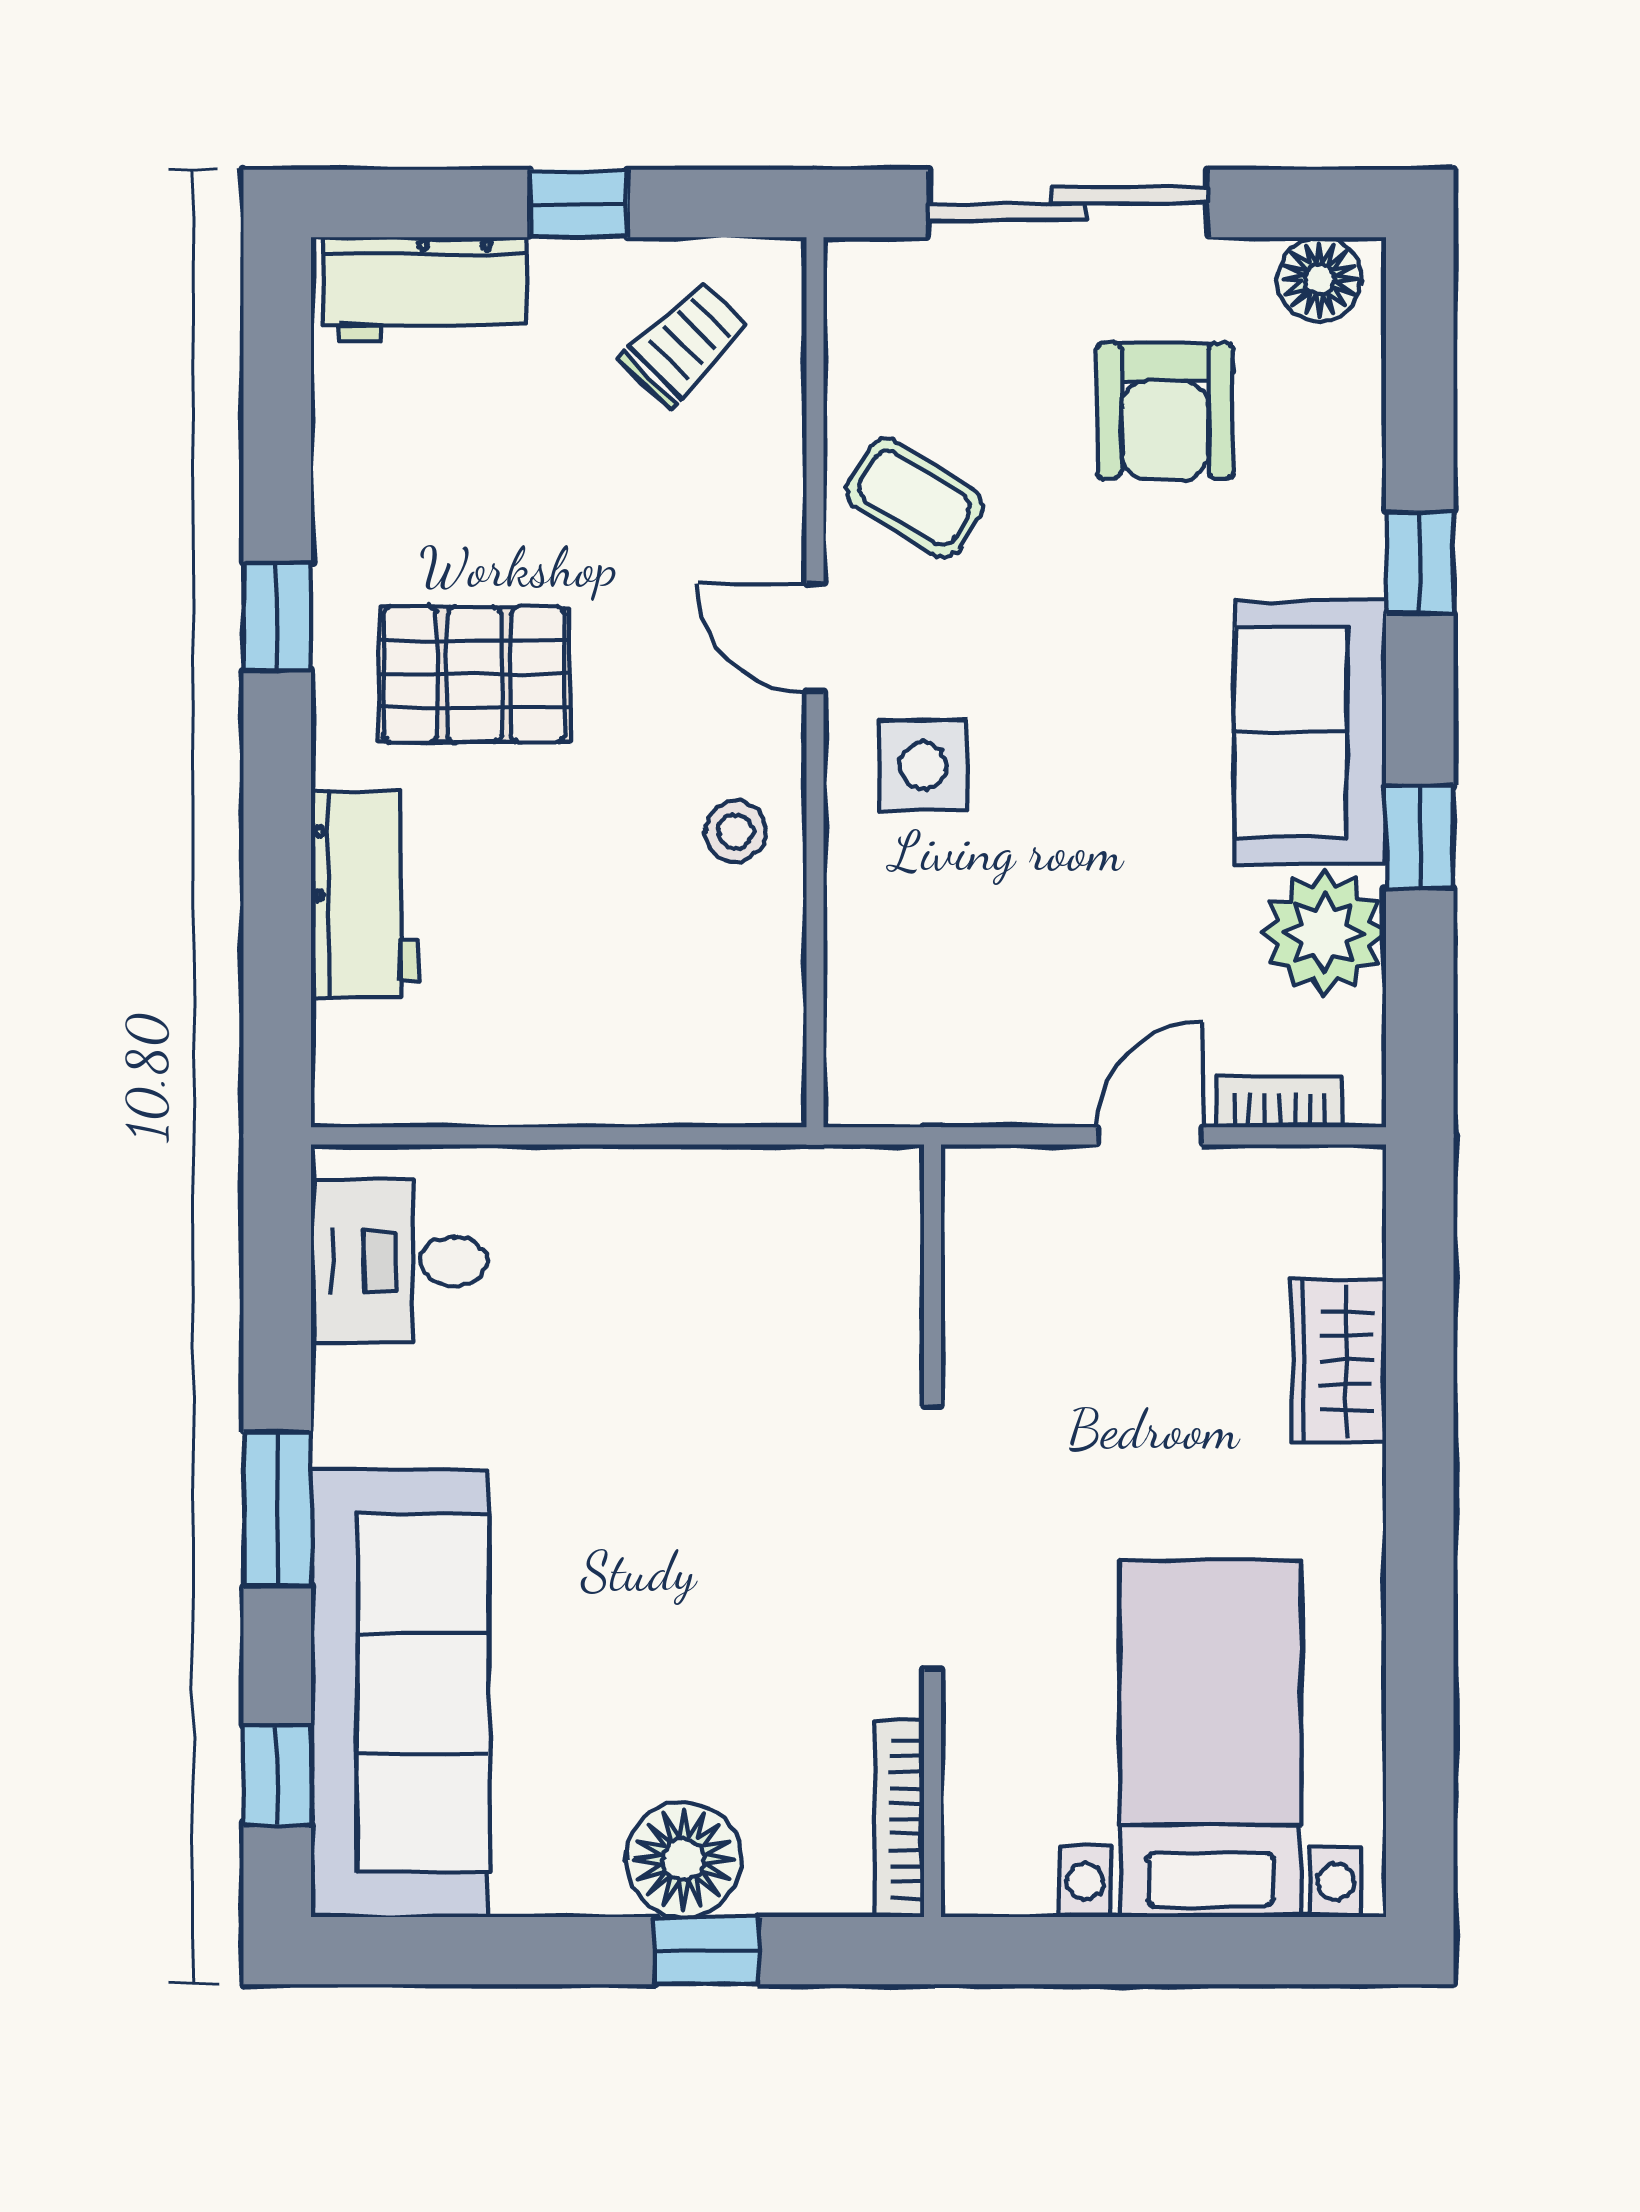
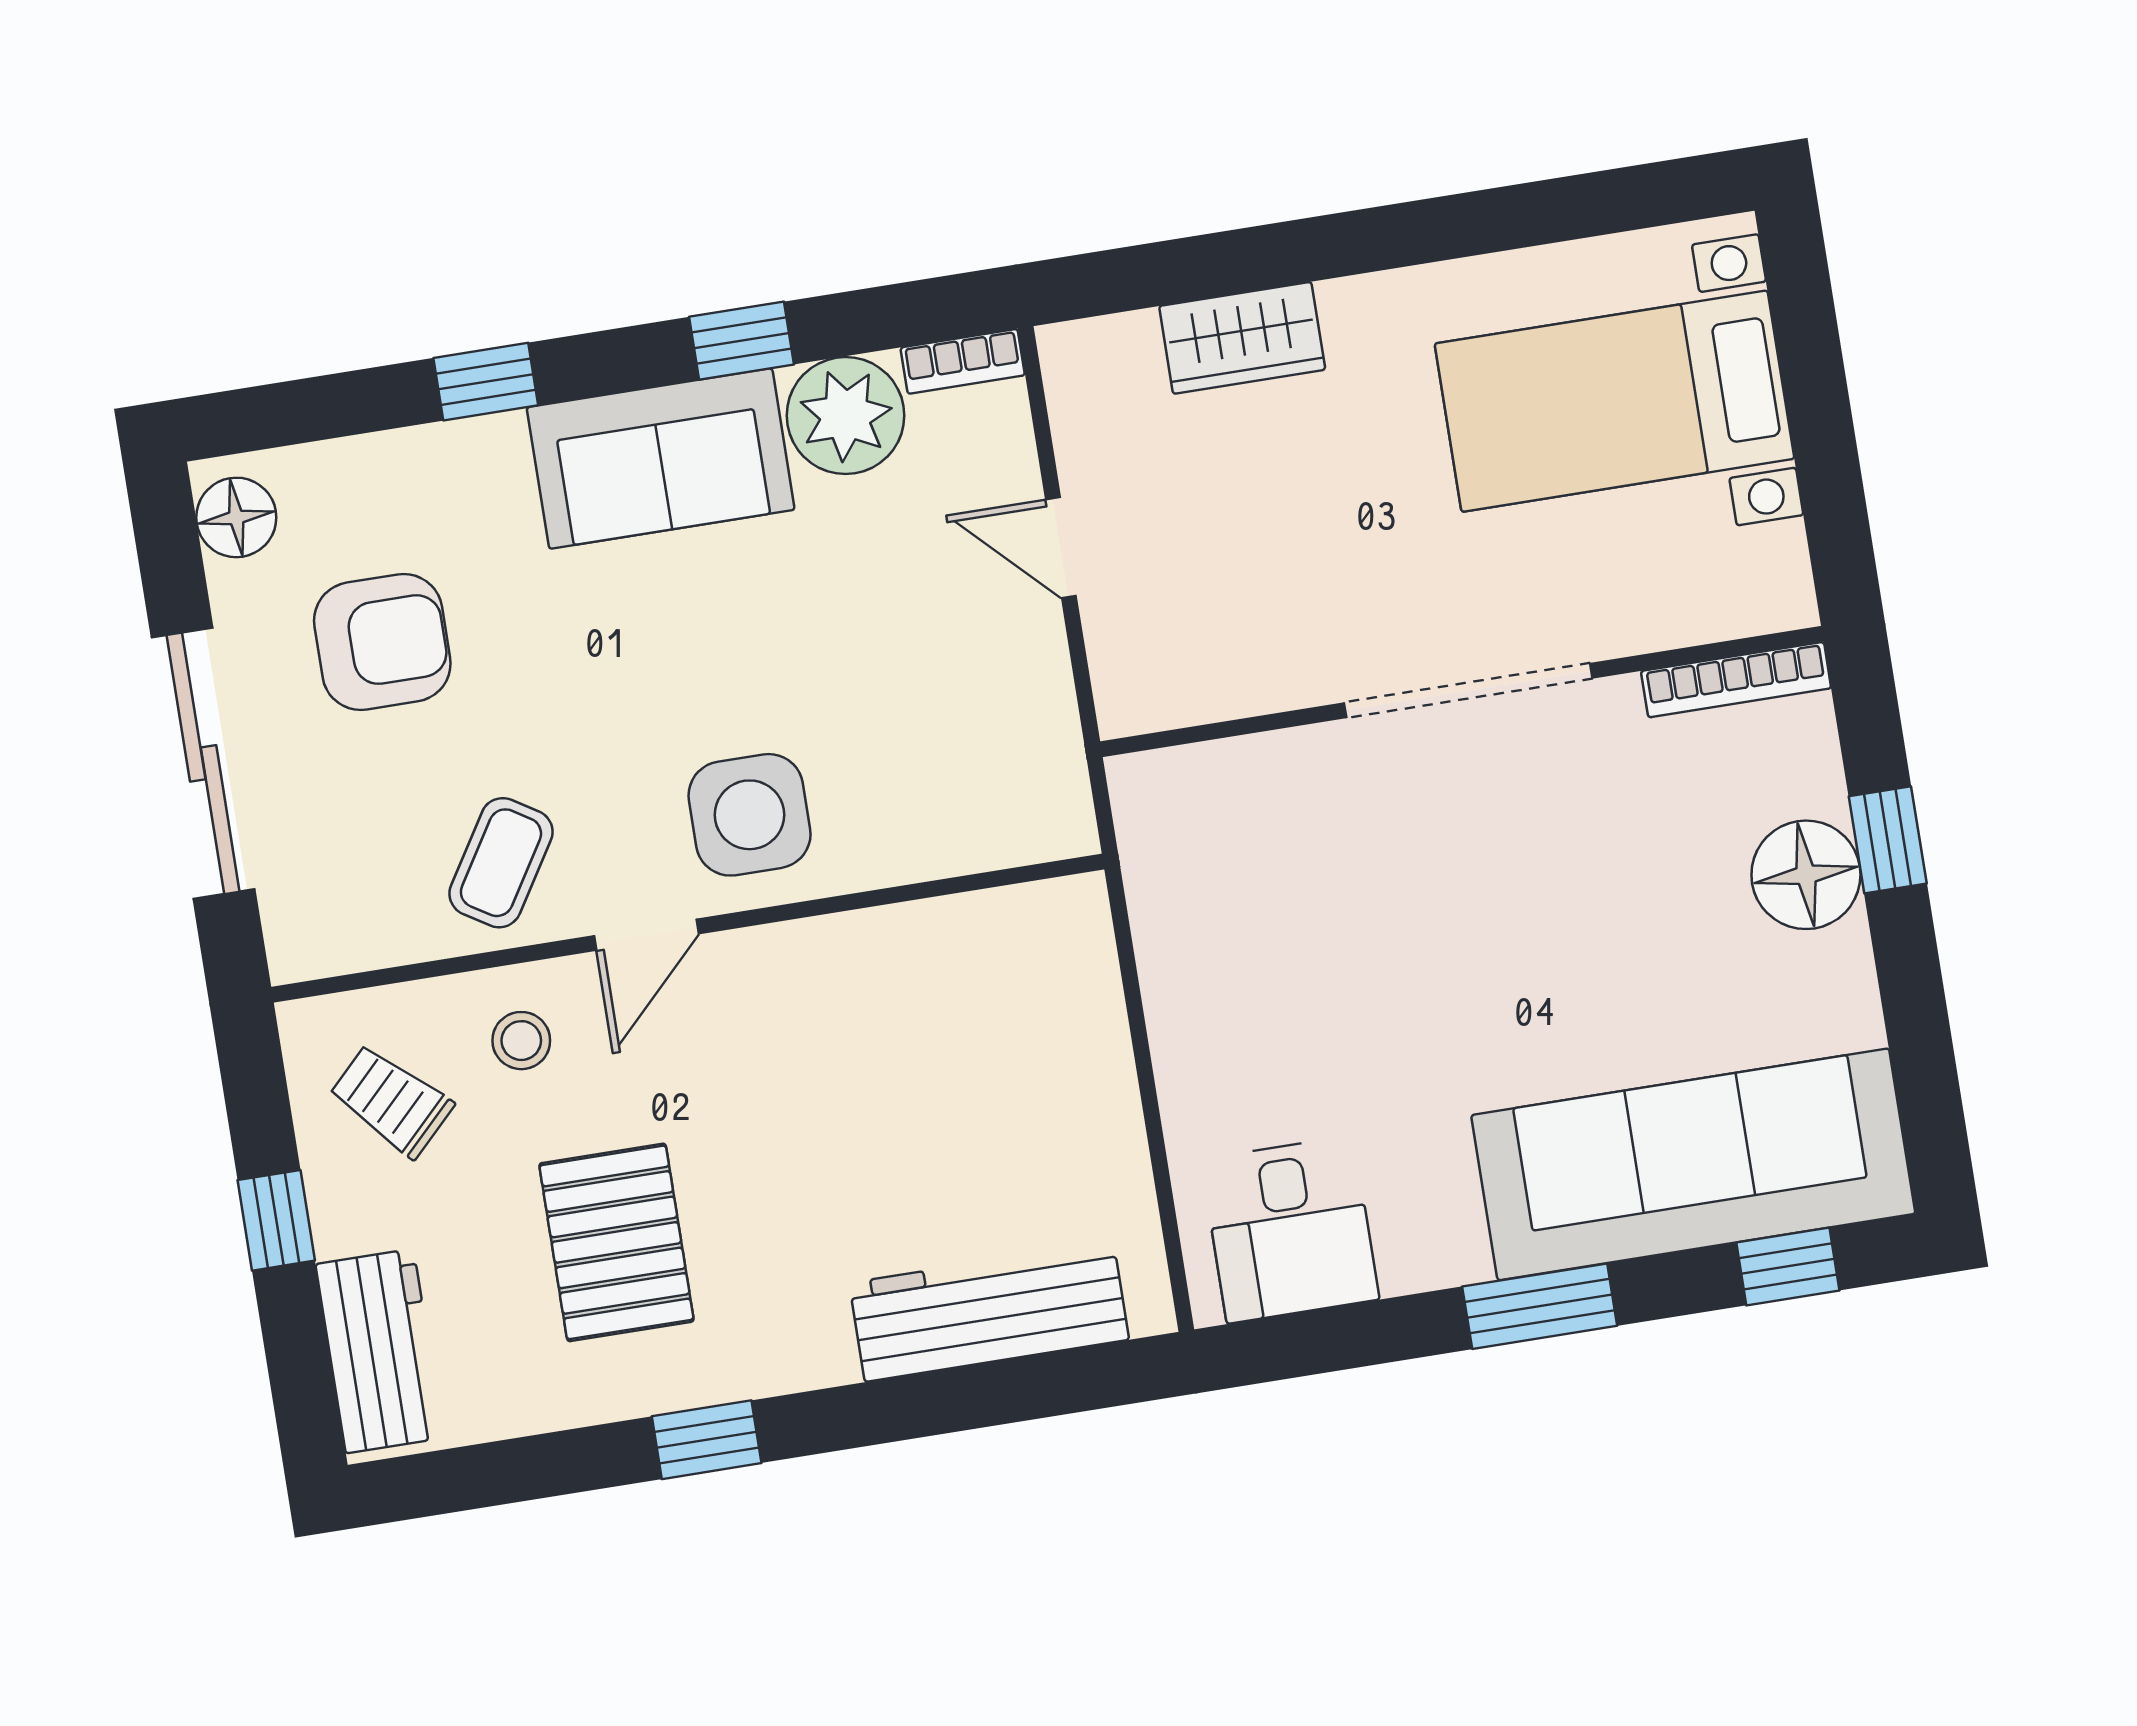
pallet: (474, 675) -> (616, 1242), moved
side table: (923, 766) -> (750, 815), width x1.37, depth x1.37
stool: (736, 831) -> (521, 1041), moved
workbench: (364, 894) -> (989, 1311), width x1.38
bookcase: (1279, 1102) -> (963, 361), moved, turned -90

